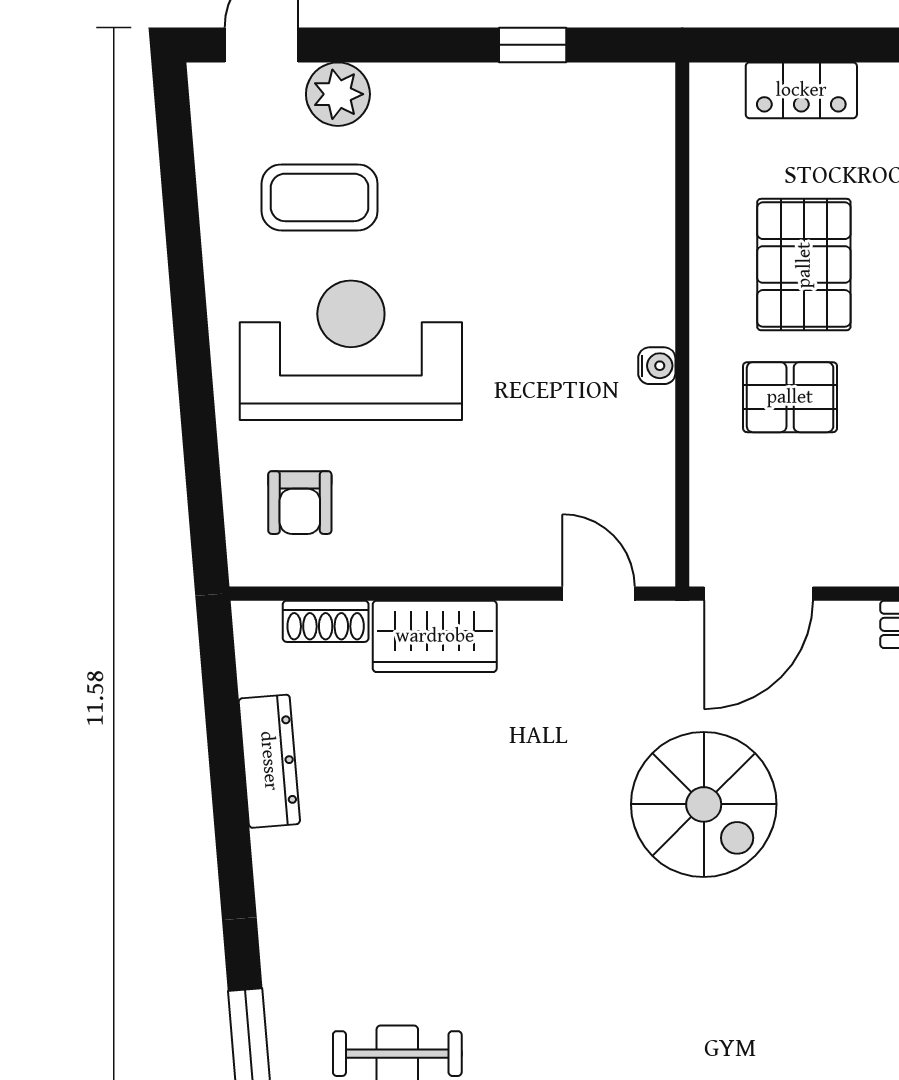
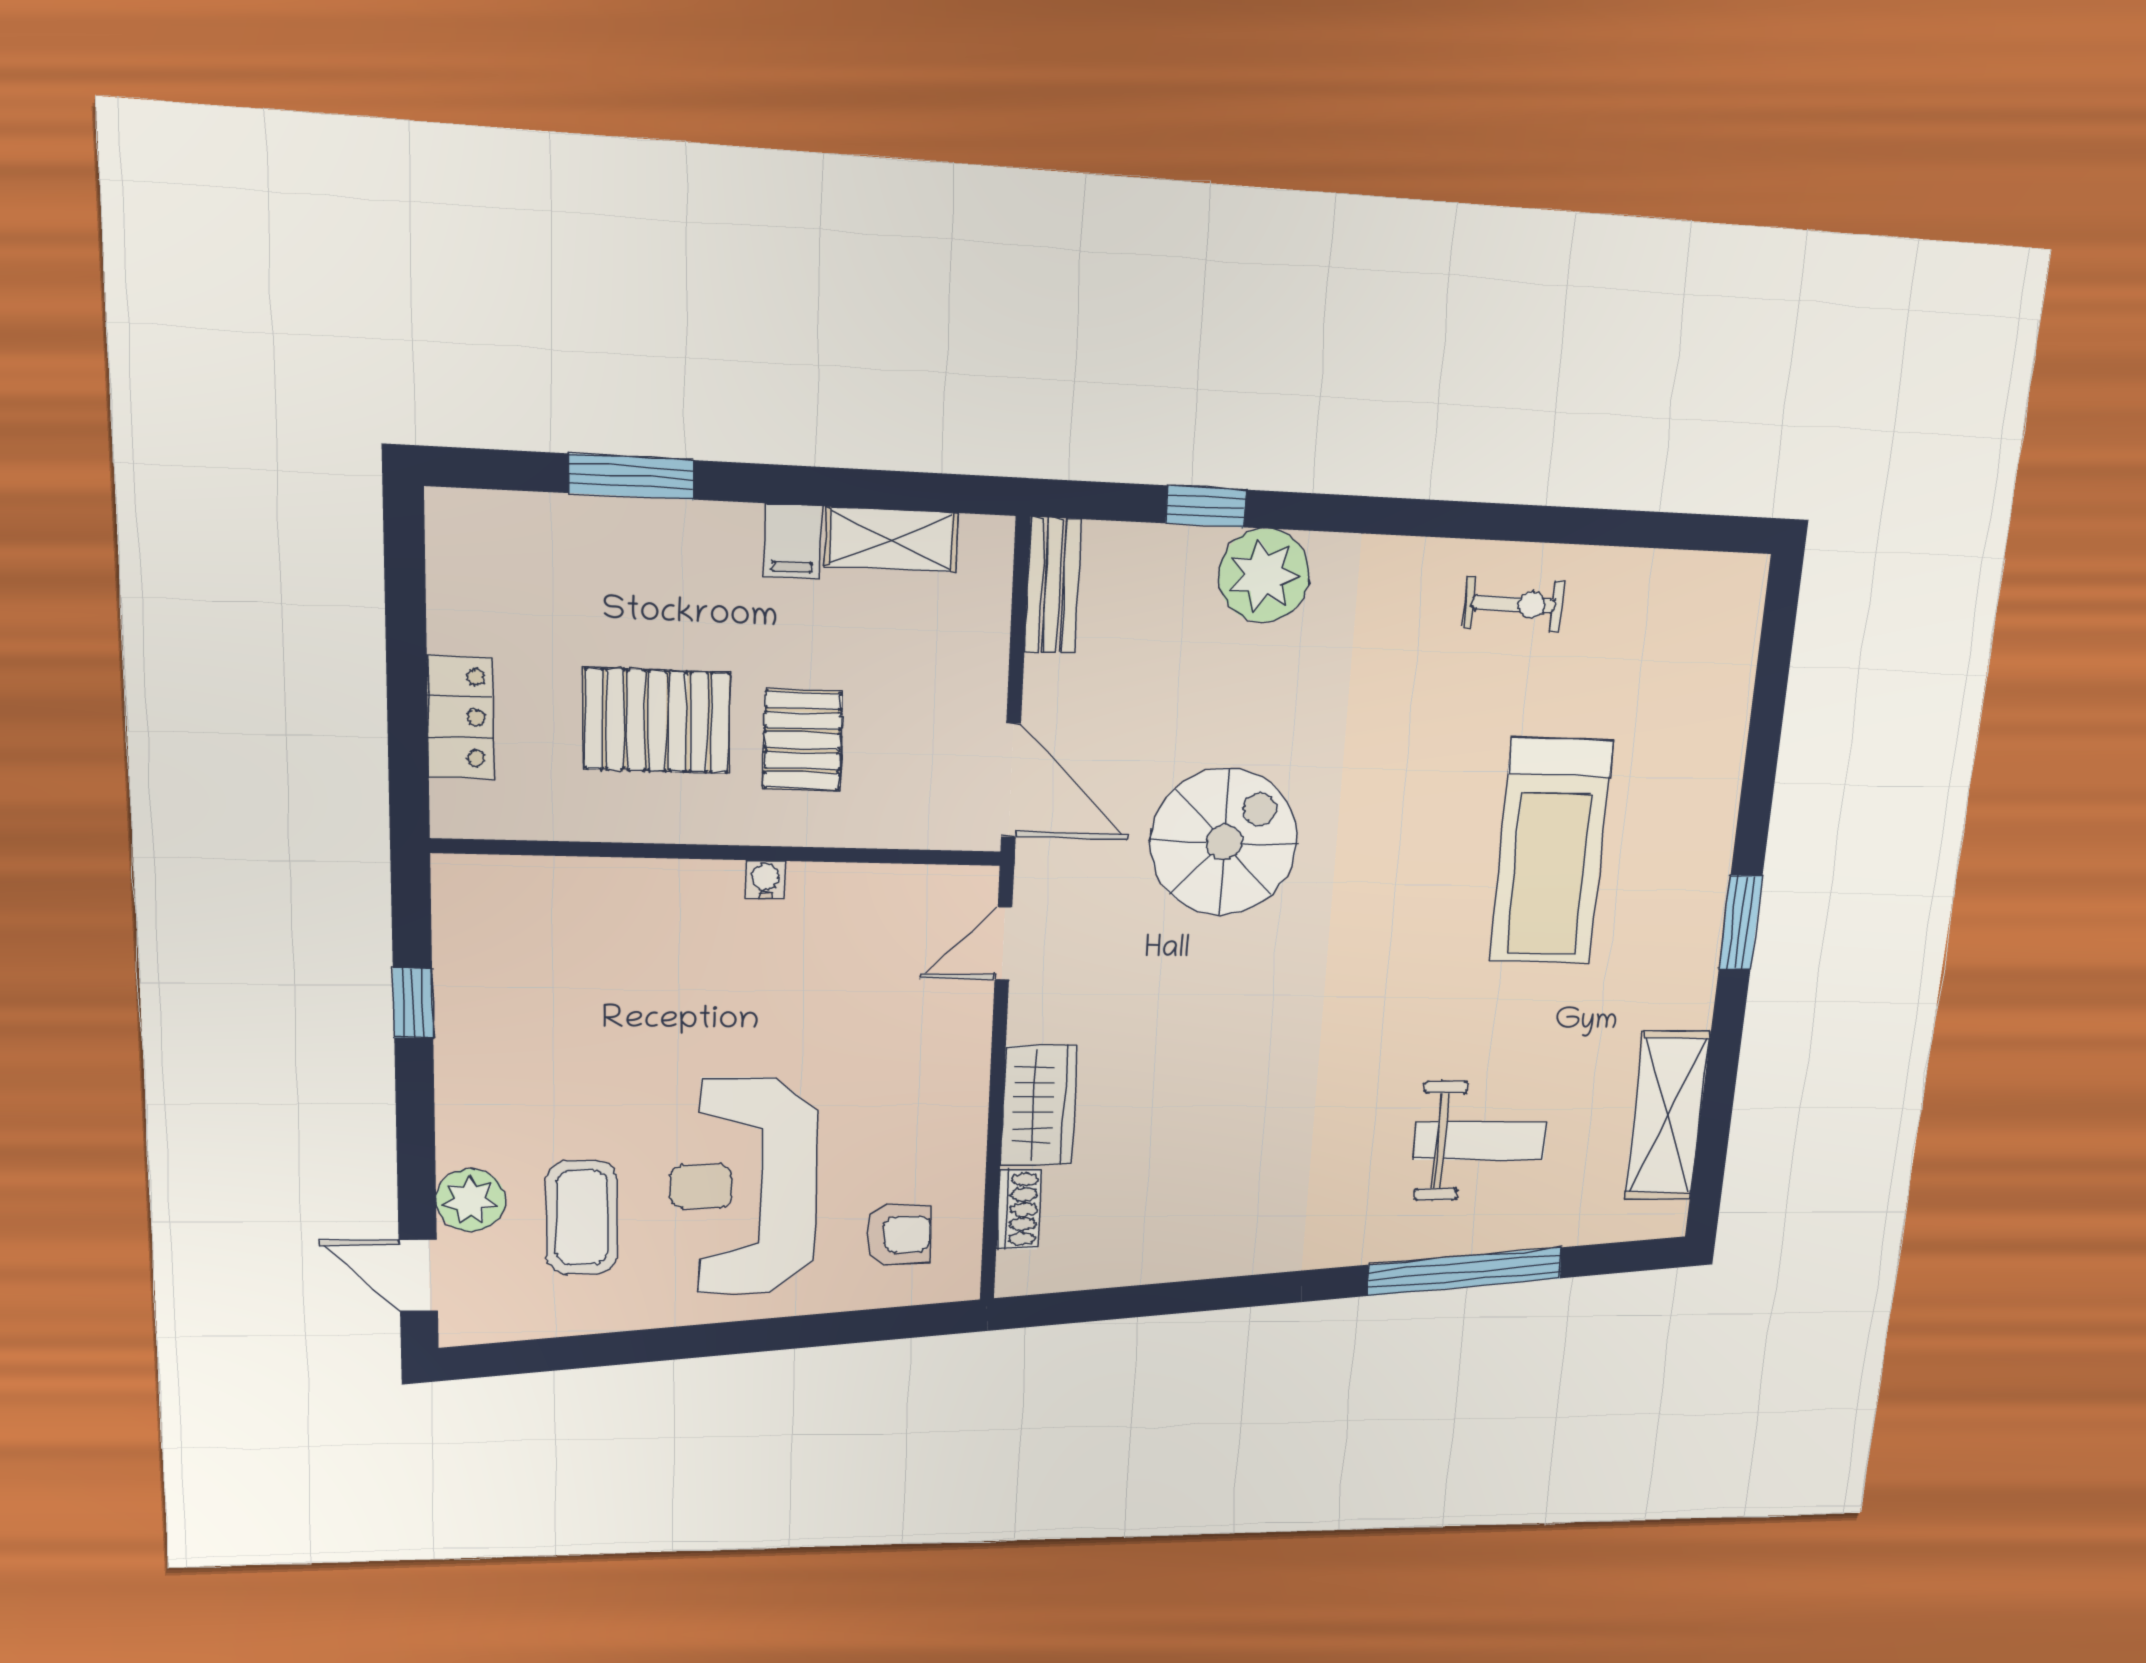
dresser: (269, 761) -> (1153, 1261), removed

